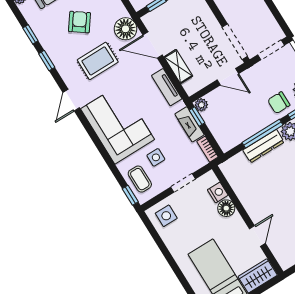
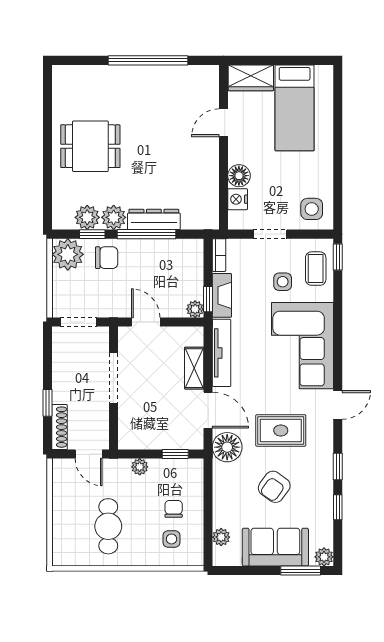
doorway: (235, 42) -> (113, 378), moved
tv unit: (167, 87) -> (222, 353), width x1.41

